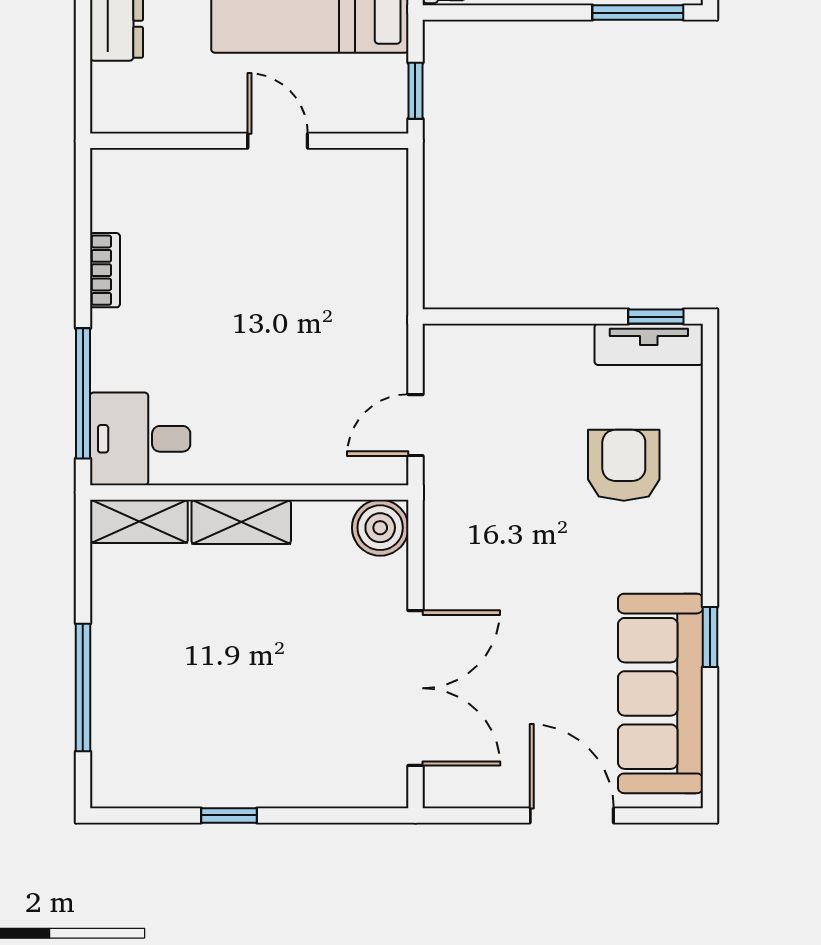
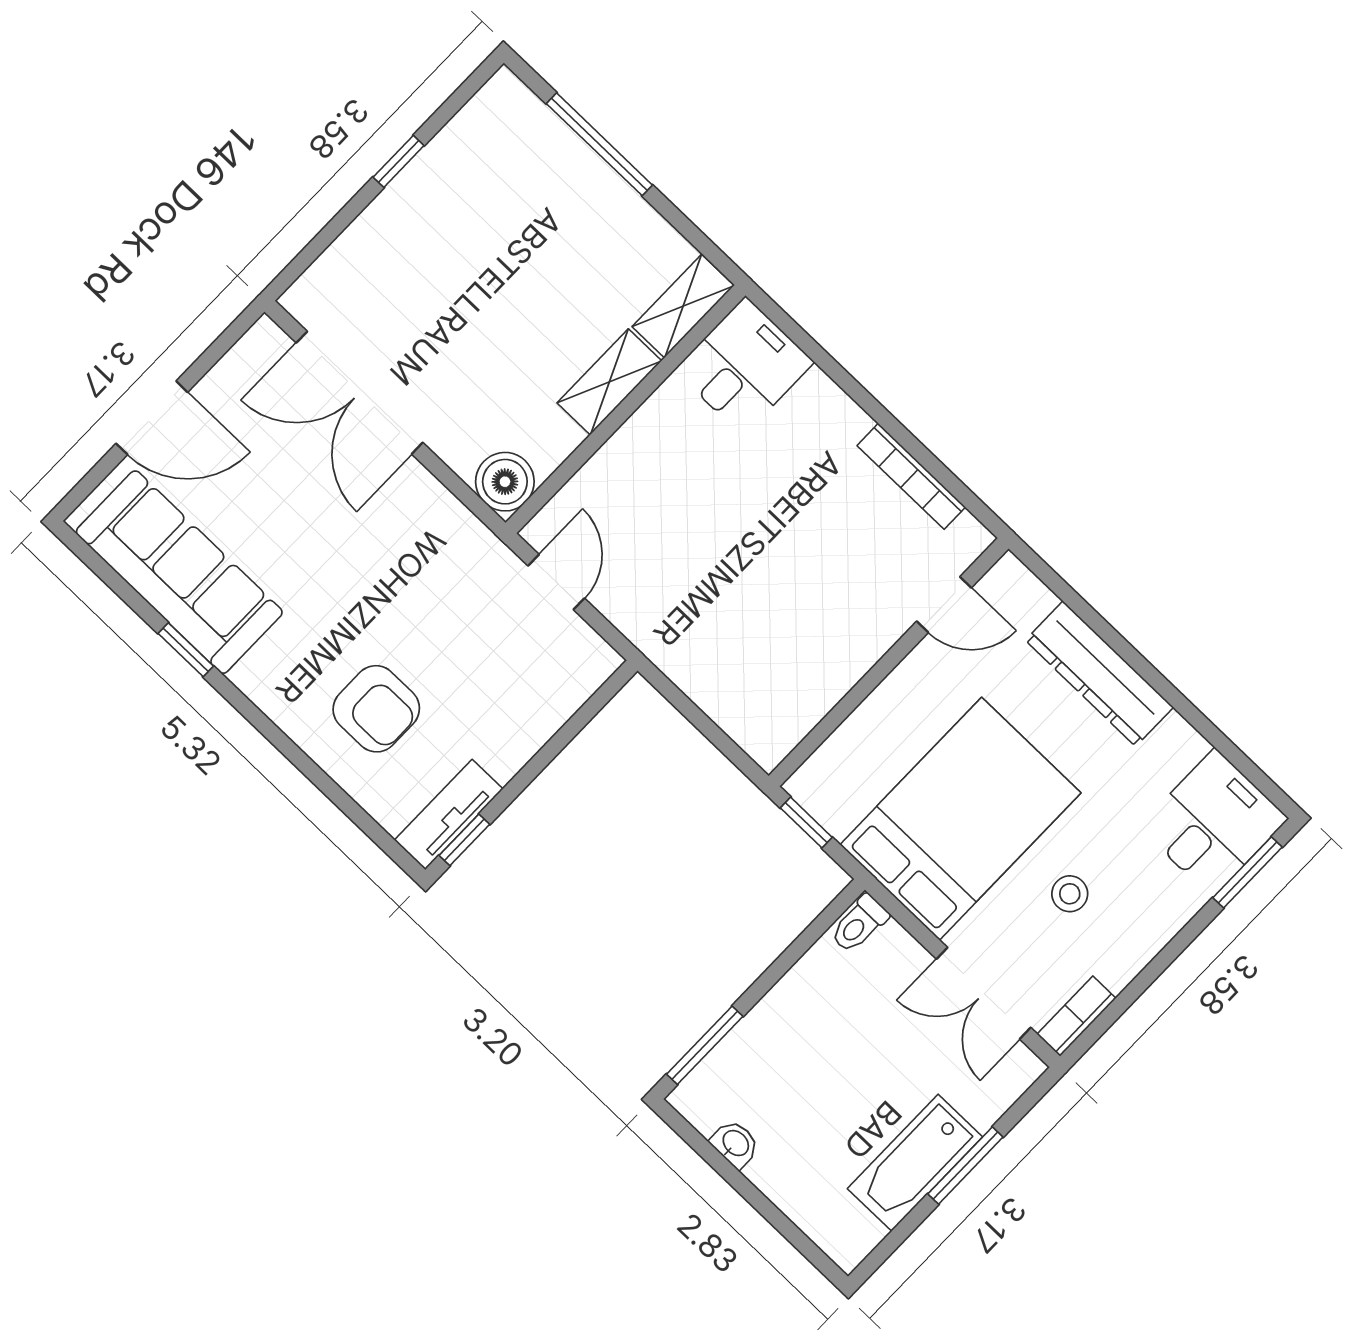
door: (278, 141) -> (944, 605), moved
bookcase: (105, 270) -> (911, 476), width x1.56
window: (83, 393) -> (819, 356), removed

